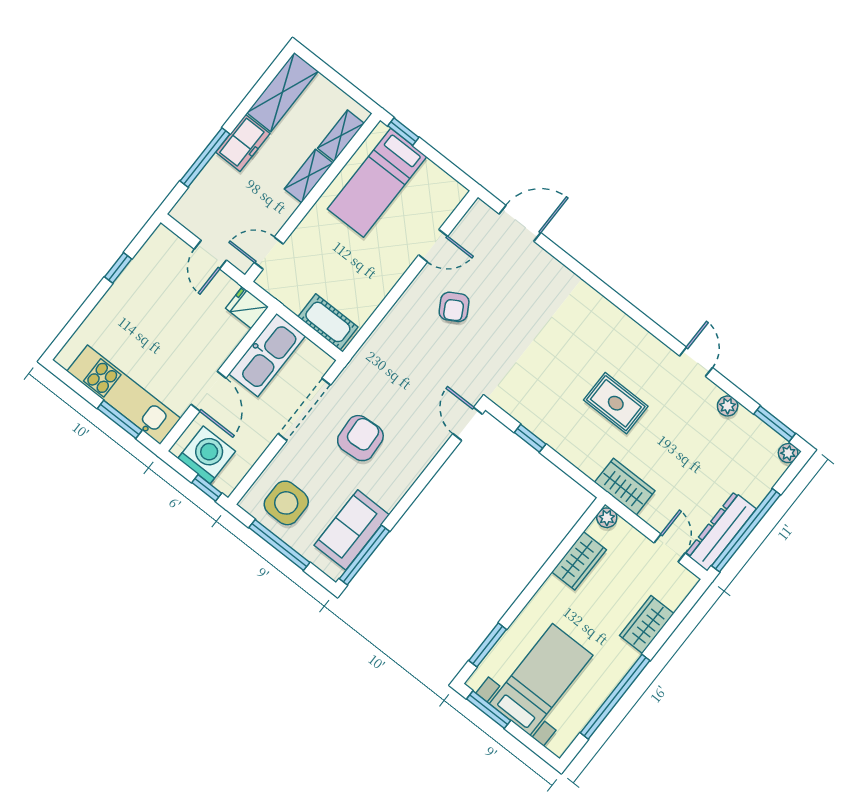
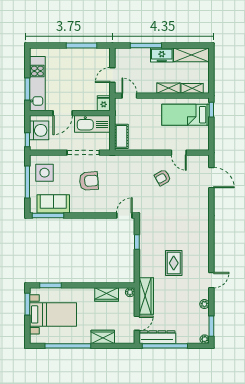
window: (118, 268) -> (81, 46), width x2.17
wardrobe: (625, 487) -> (146, 296), width x1.50

